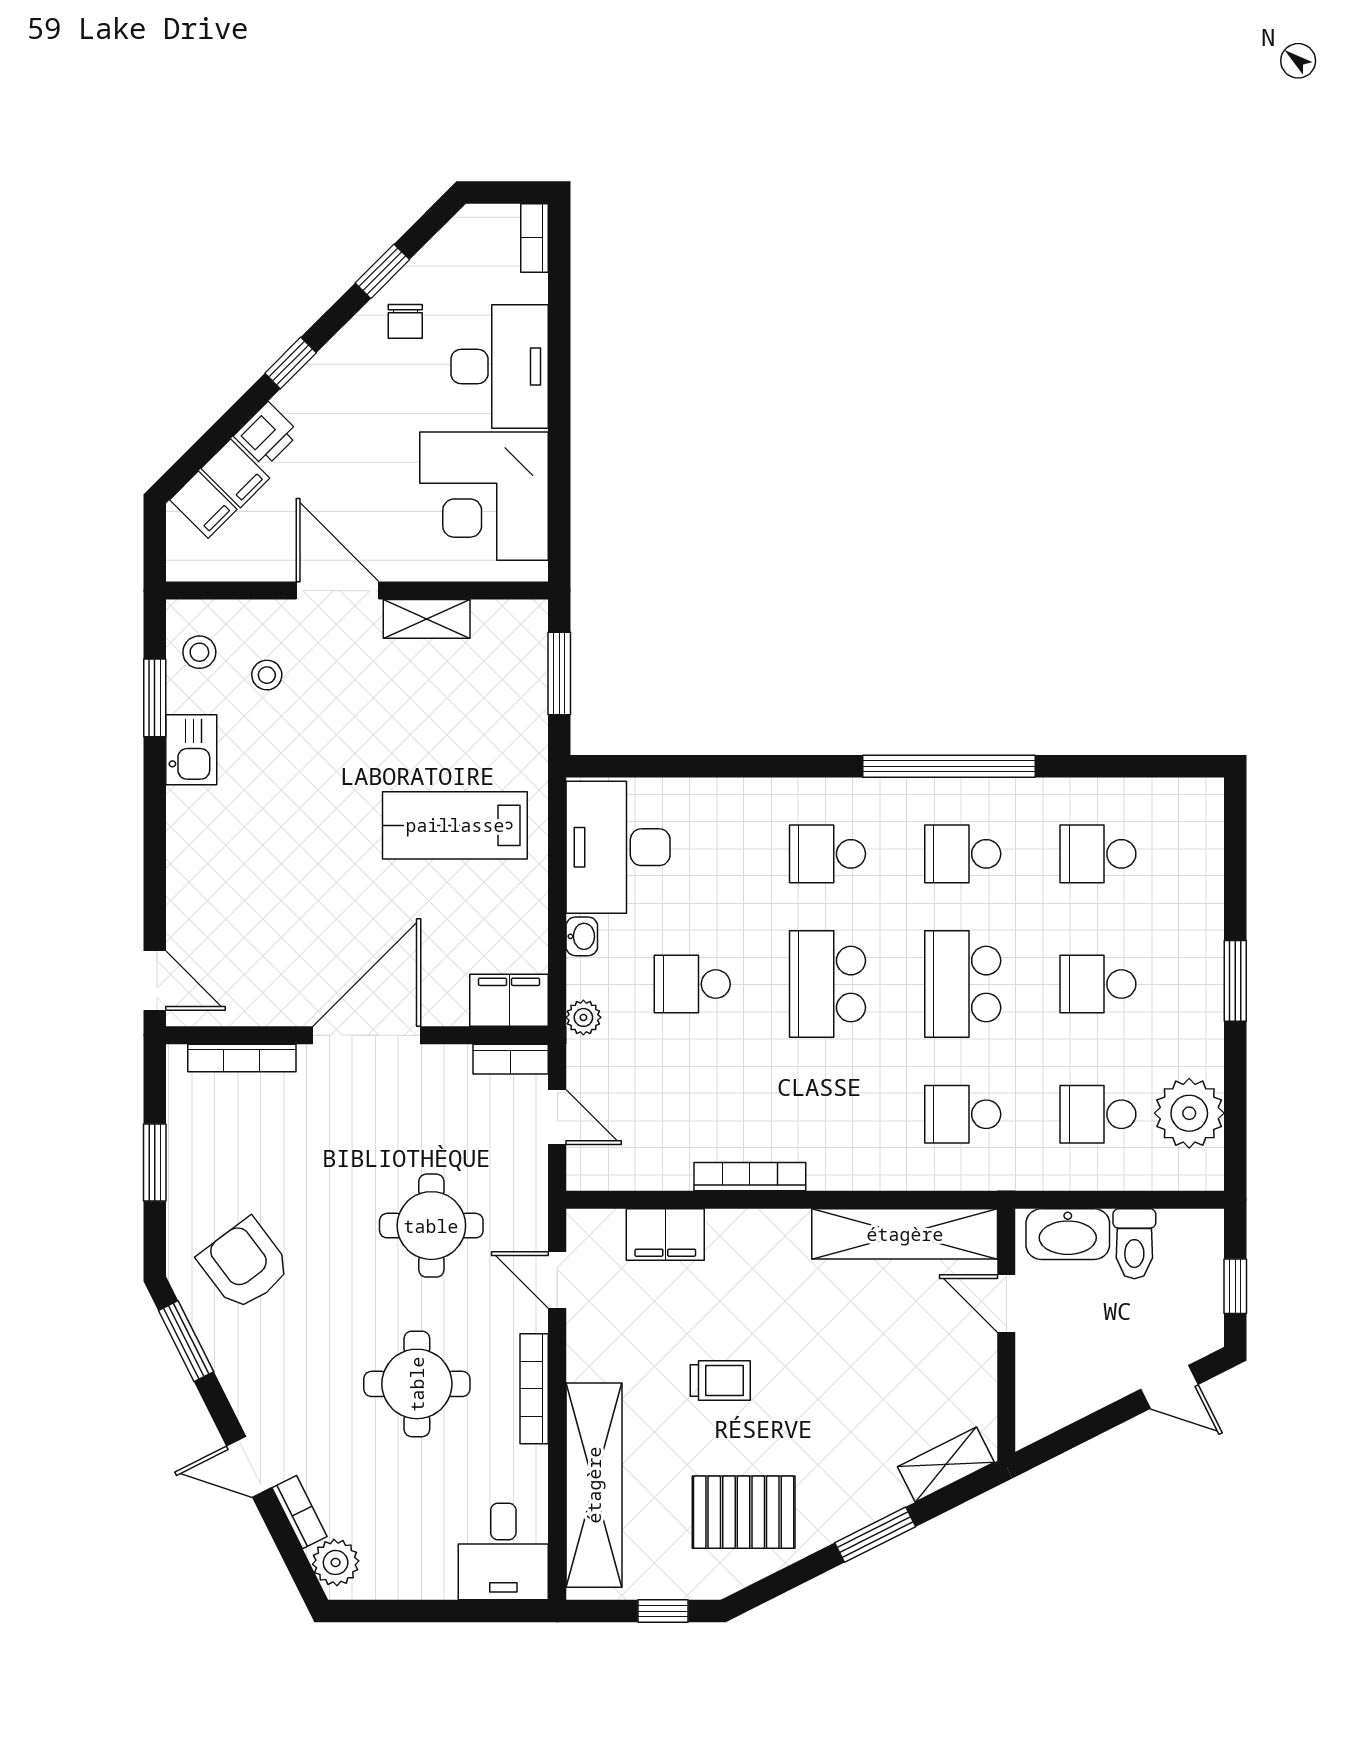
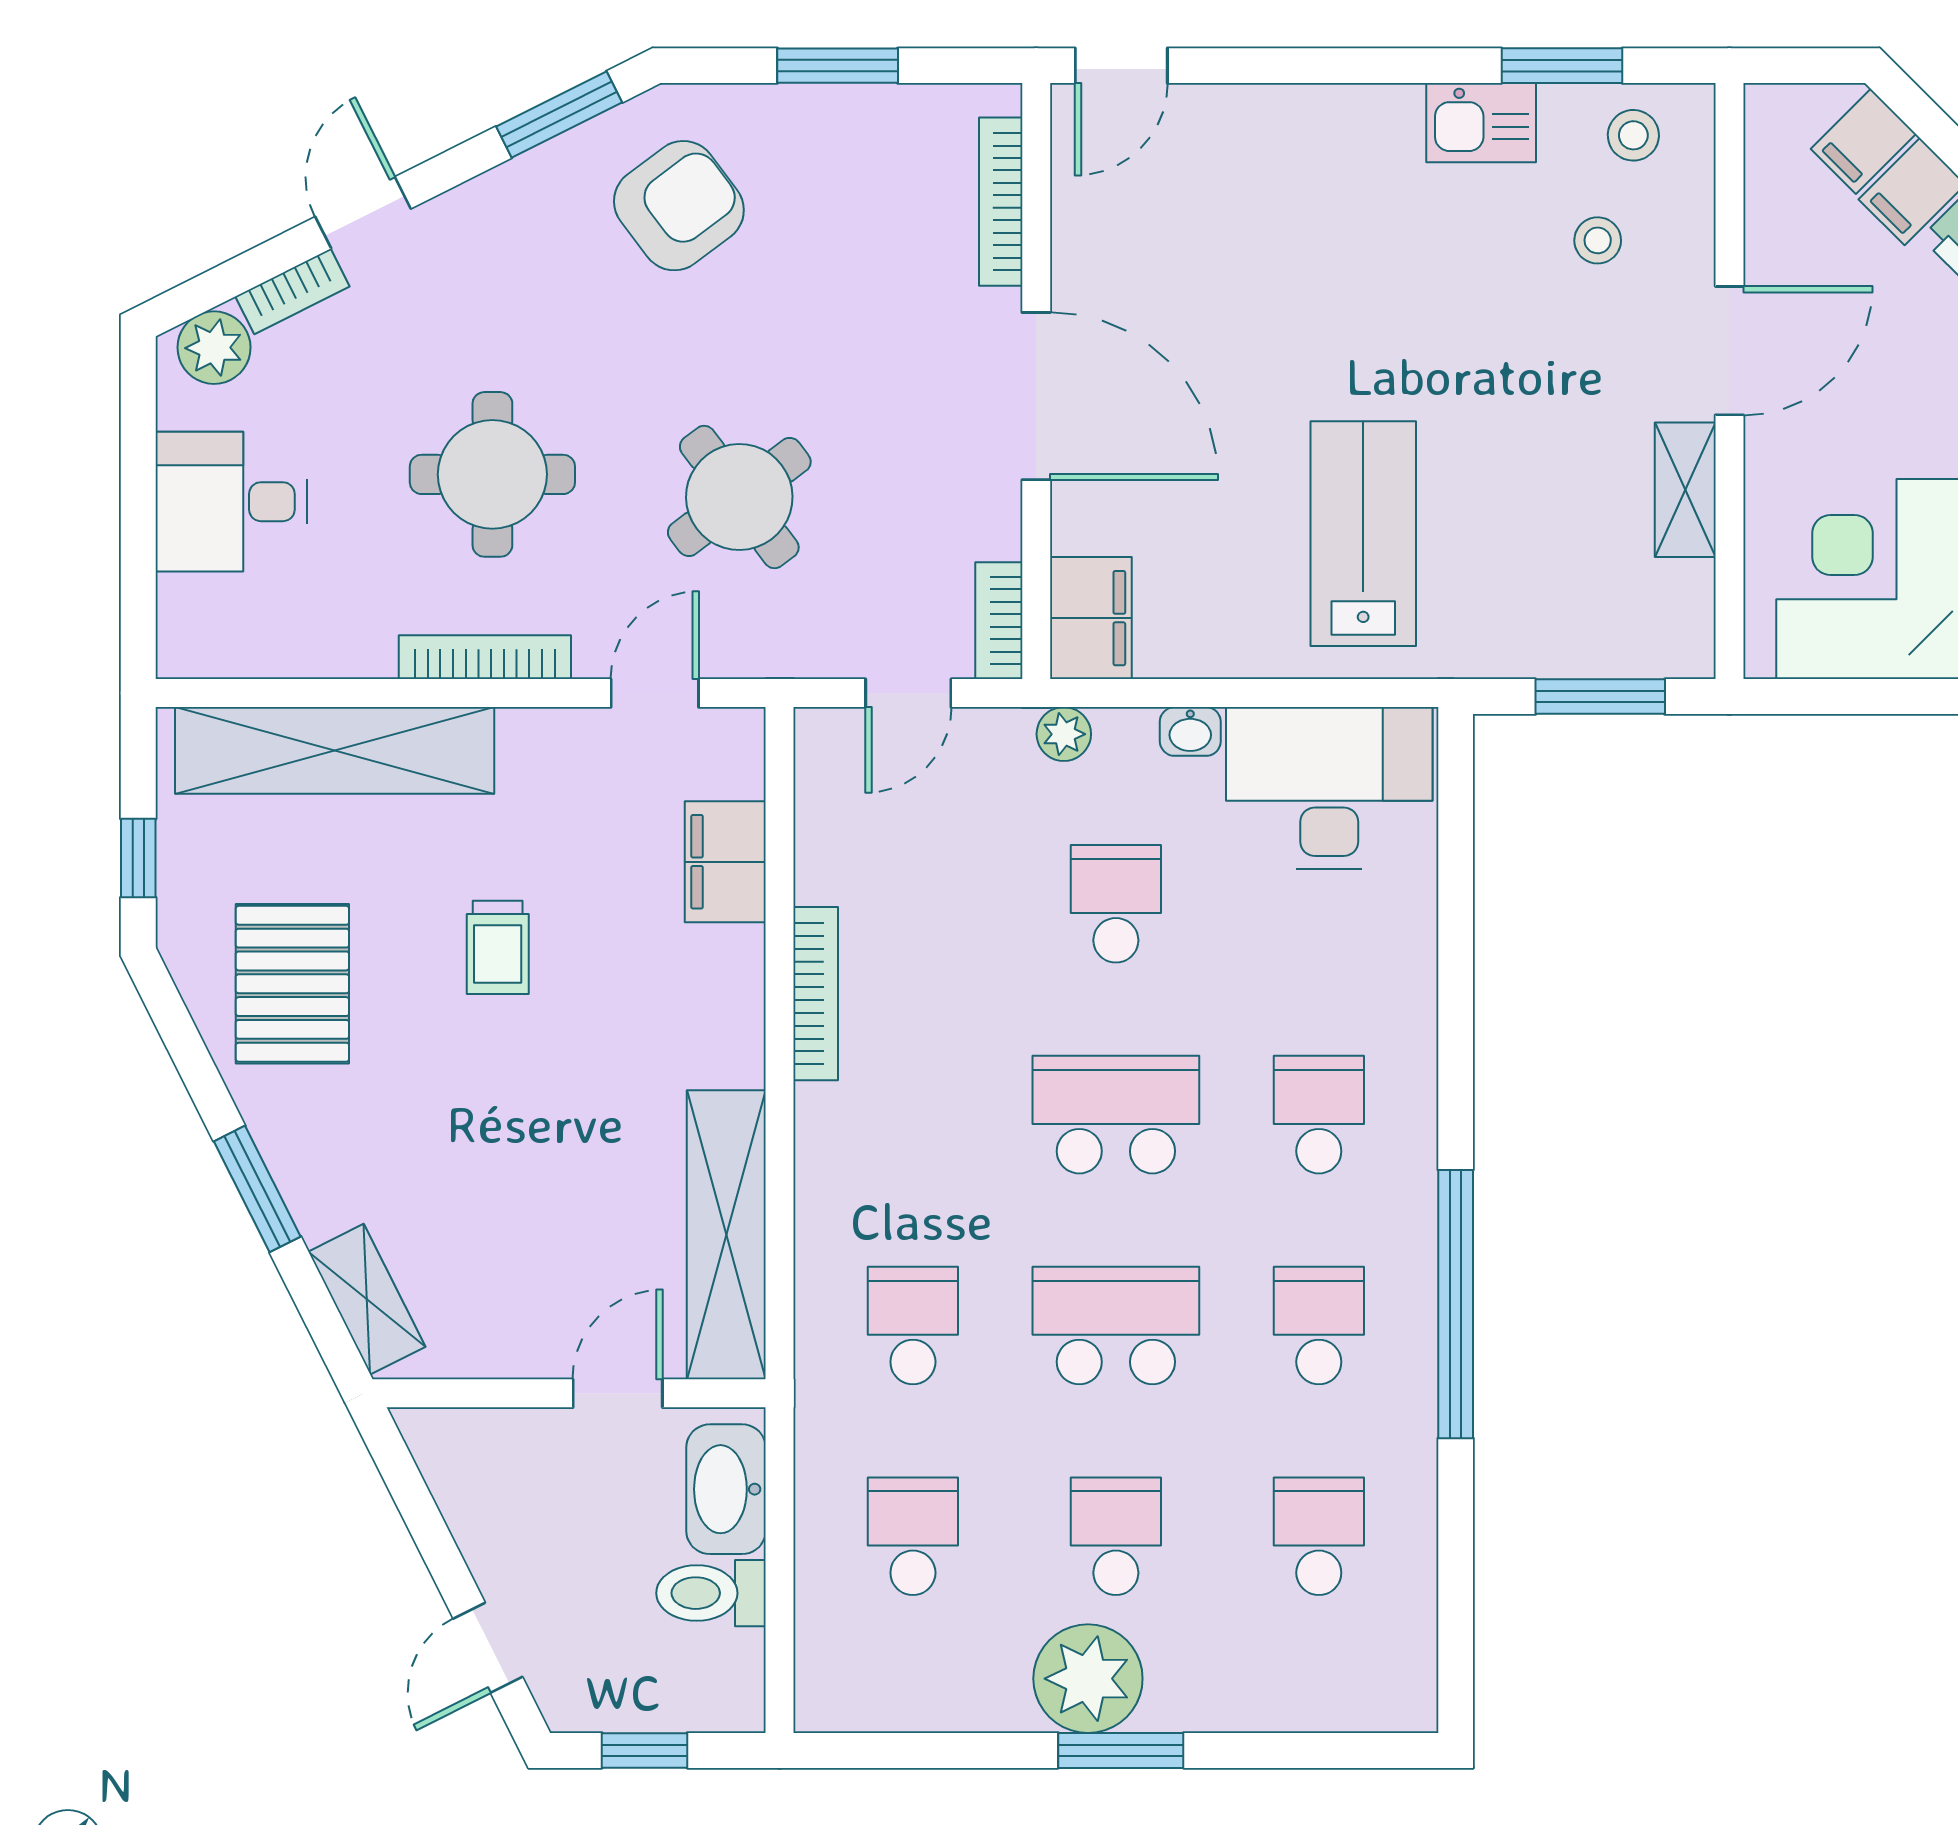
plant: (1189, 1113) -> (1088, 1679), moved
round table: (431, 1226) -> (739, 497), turned -37
desk: (503, 1552) -> (231, 502), moved

